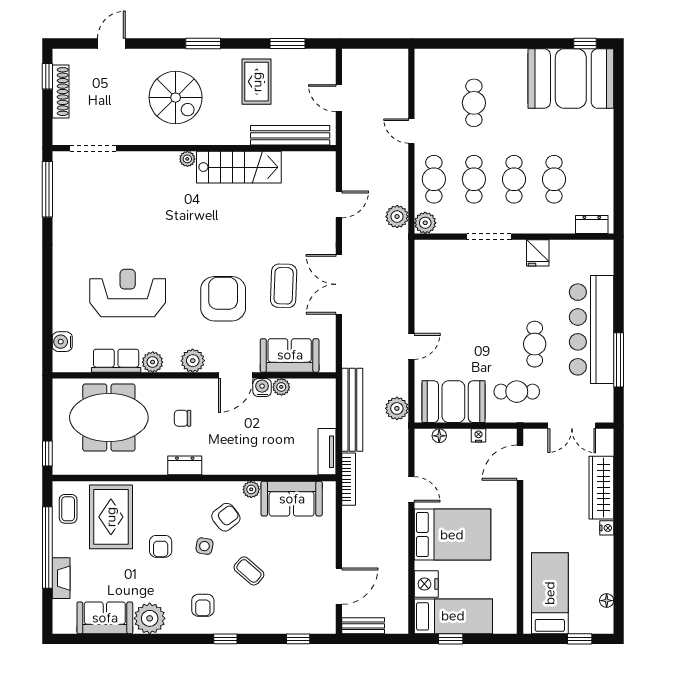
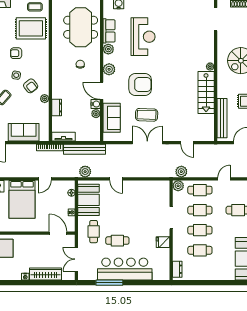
dresser: (185, 465) -> (57, 108), moved
sofa: (292, 499) -> (24, 132), moved, turned 90

